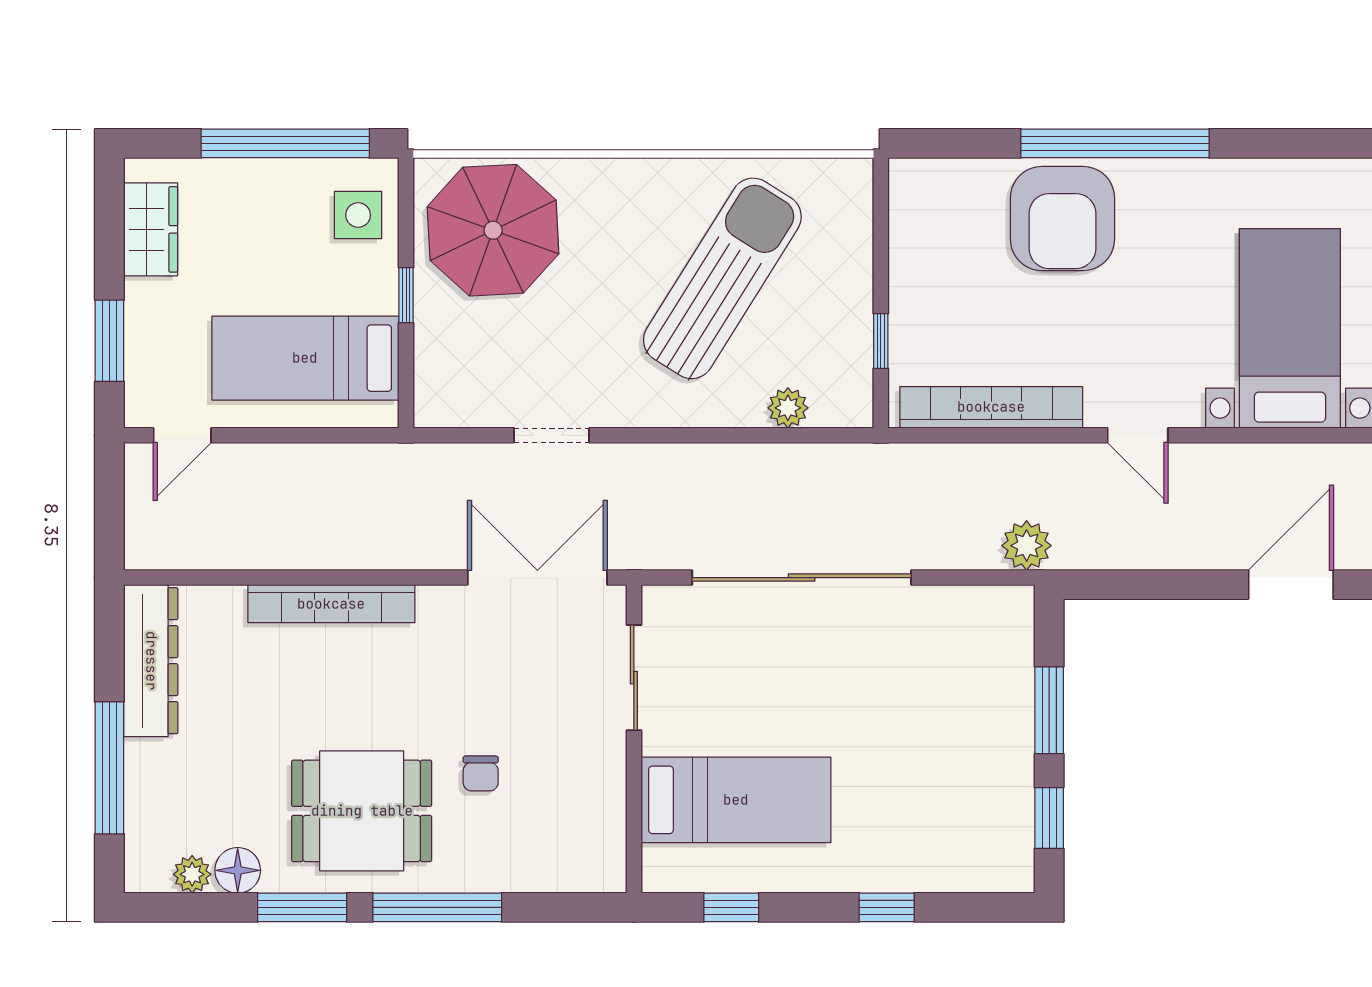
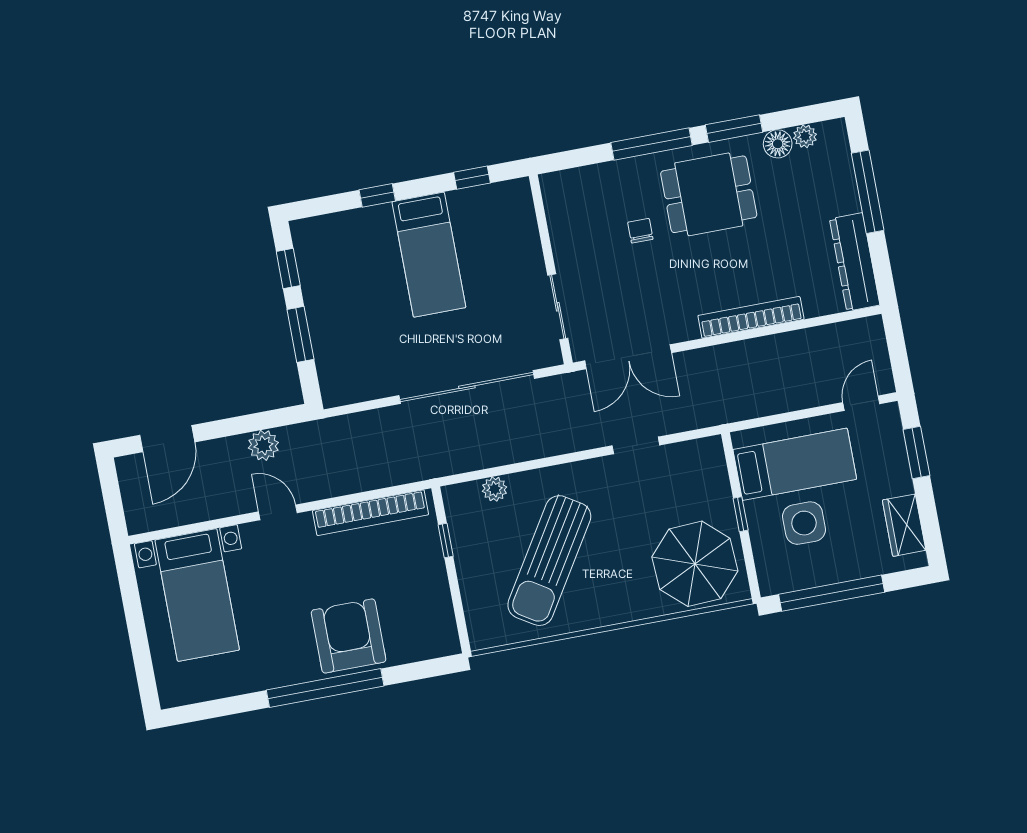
side table: (358, 215) -> (804, 523), moved, width x1.37, depth x1.37
plant: (1027, 546) -> (263, 445), moved
bed: (736, 800) -> (429, 255), moved, turned -90

